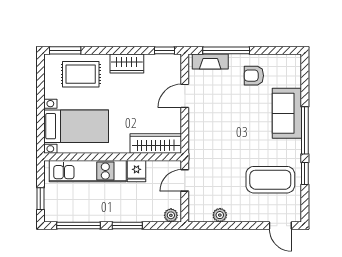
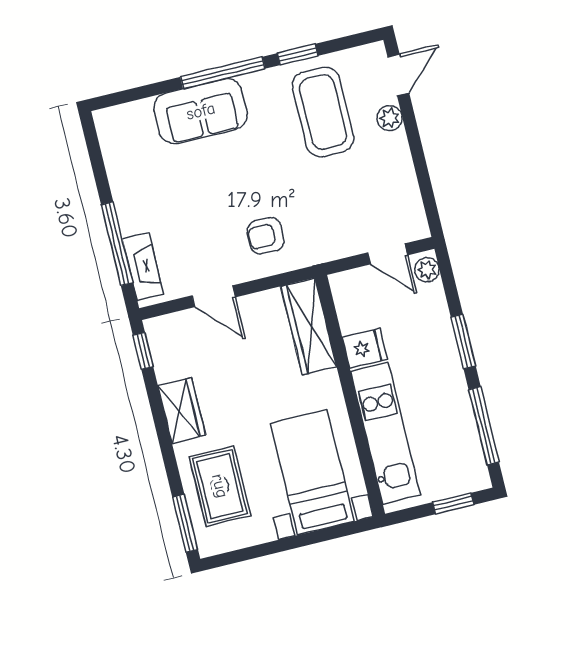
armchair: (254, 76) -> (266, 236), moved, turned 91
door: (185, 180) -> (388, 254), moved
plant: (220, 215) -> (390, 118), moved

